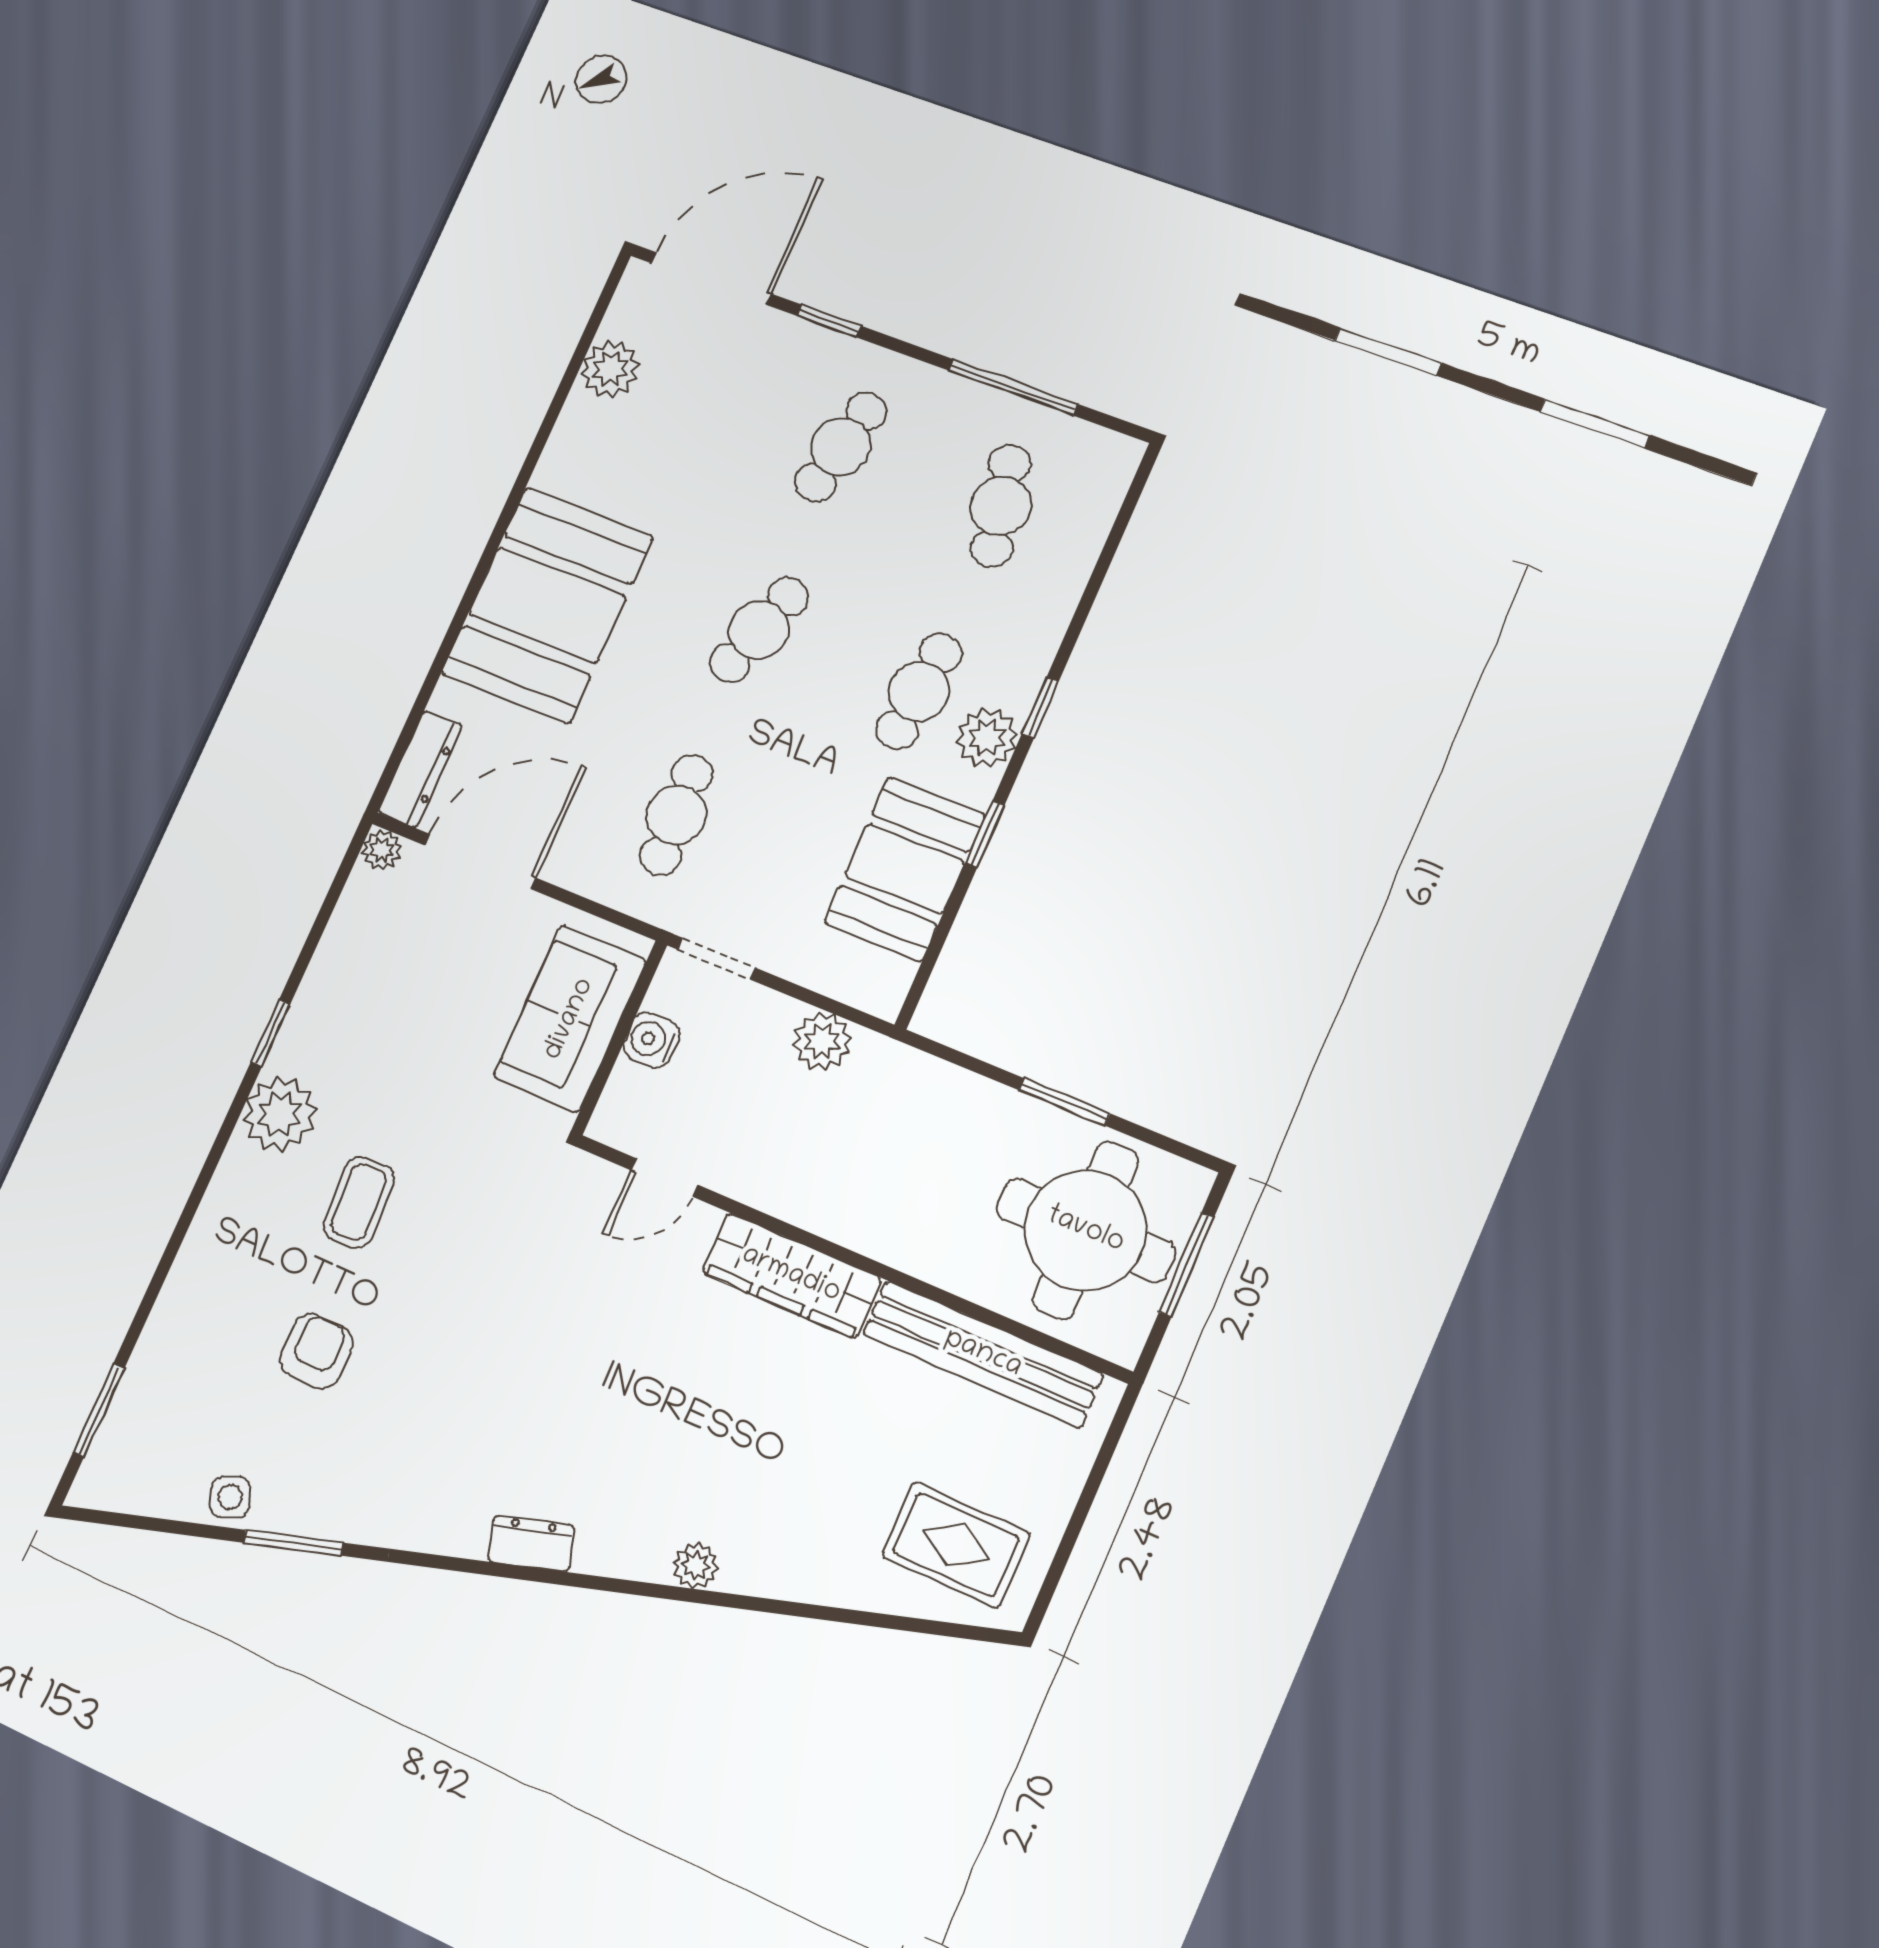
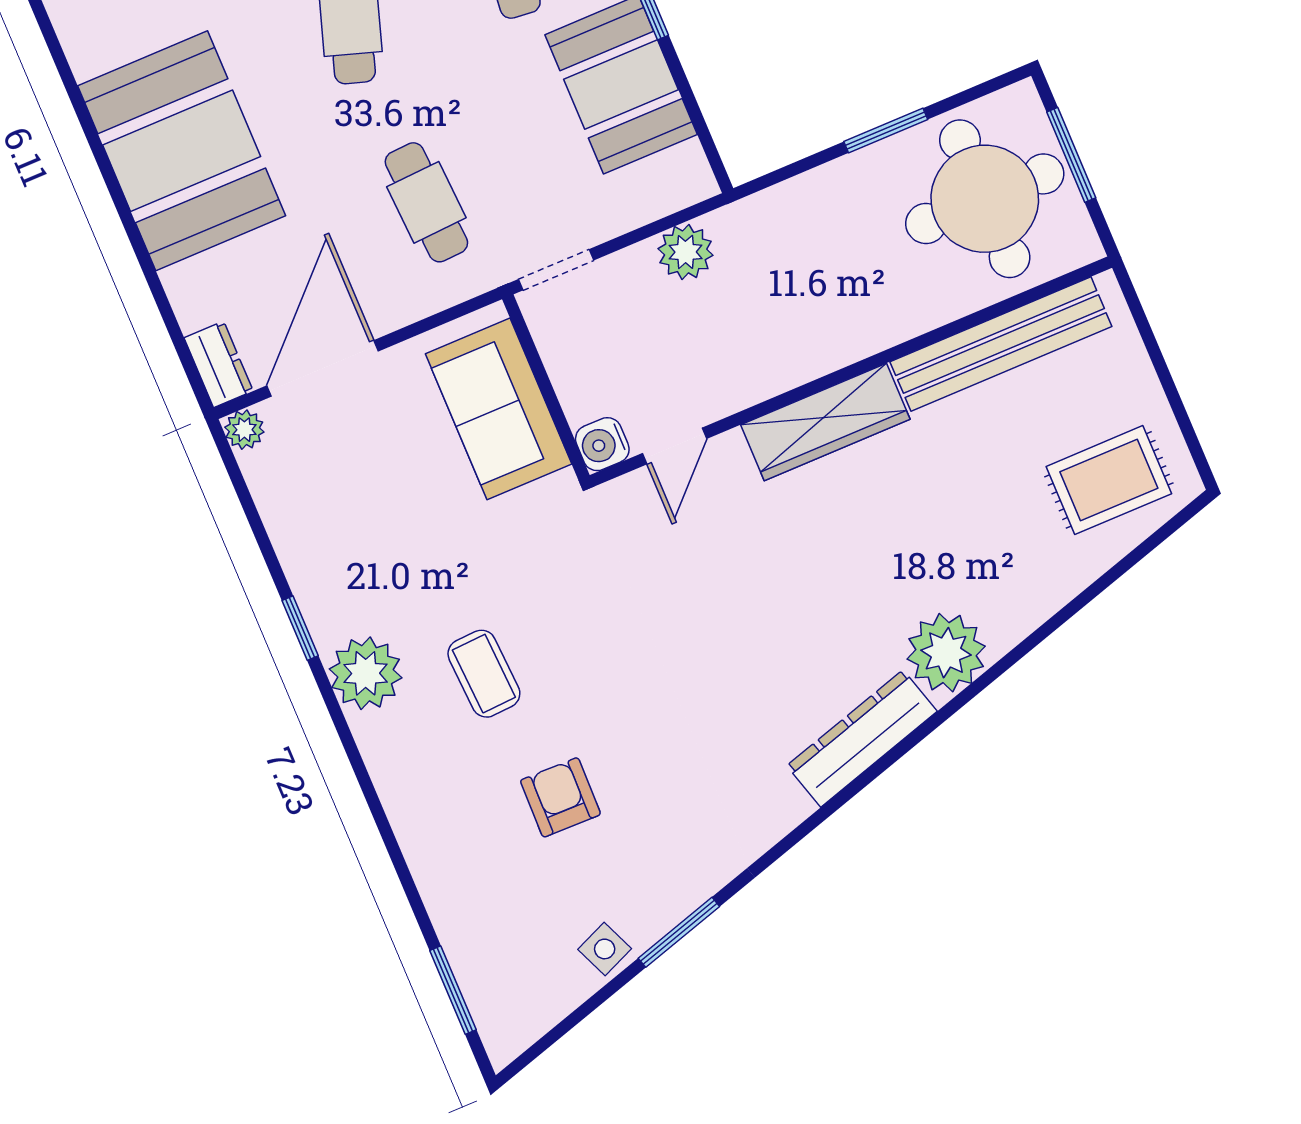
dresser: (420, 769) -> (219, 364), width x0.70
water cooler: (652, 1040) -> (602, 444), moved
dresser: (531, 1543) -> (862, 739), width x1.96, depth x1.24
plant: (696, 1565) -> (946, 653), width x1.87, depth x1.87

